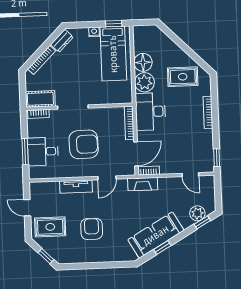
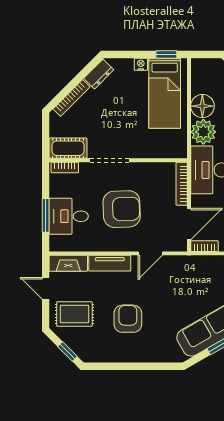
fireplace: (143, 184) -> (68, 263), moved

